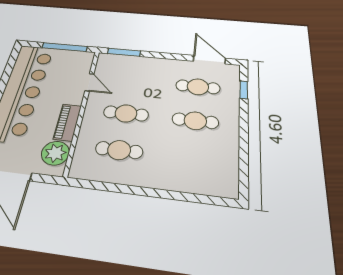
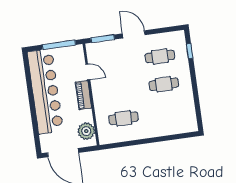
door: (209, 60) -> (134, 34), moved
cafe table: (126, 113) -> (120, 90), removed
piano: (67, 122) -> (83, 95), moved

